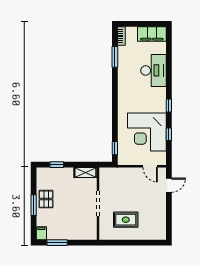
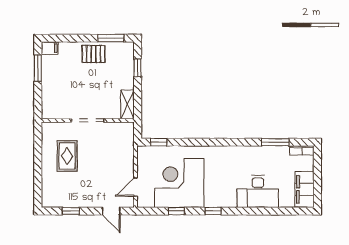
window: (34, 205) -> (111, 38), moved
window: (169, 217) -> (71, 211), added

